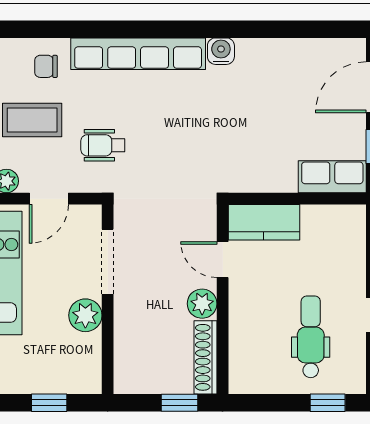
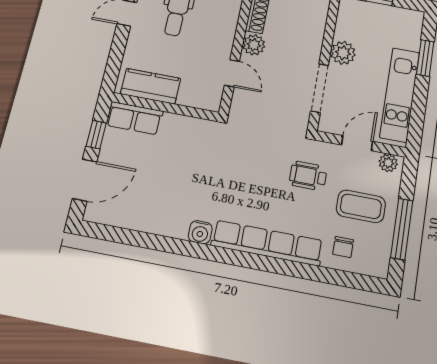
chair: (46, 66) -> (343, 247), turned 90
wheelchair: (103, 145) -> (308, 176), turned 180
kitchen counter: (264, 222) -> (151, 86), moved

